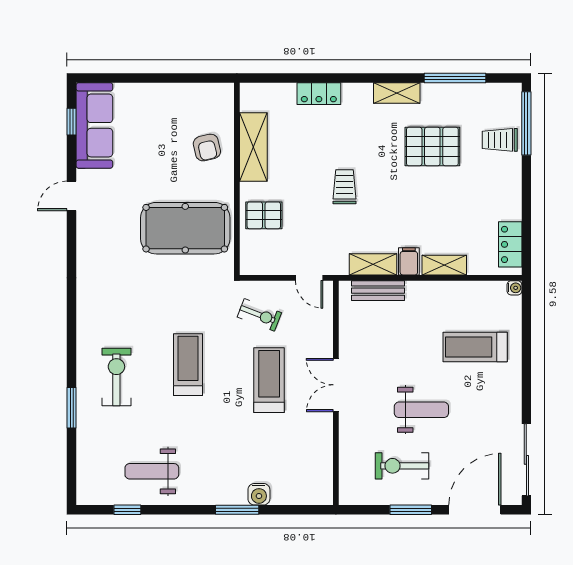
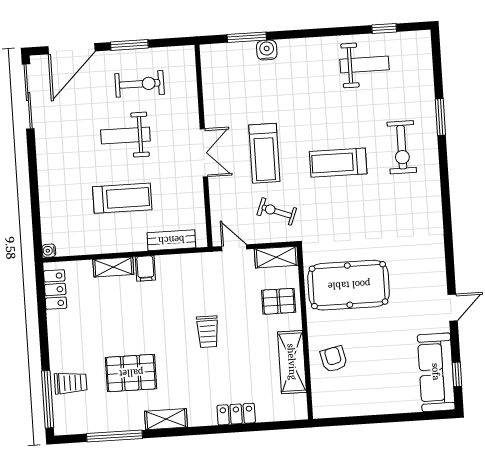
shelving: (373, 264) -> (276, 257), moved
treadmill: (475, 347) -> (122, 198), moved
treadmill: (188, 365) -> (338, 163), turned 90
window: (237, 510) -> (247, 37), moved

